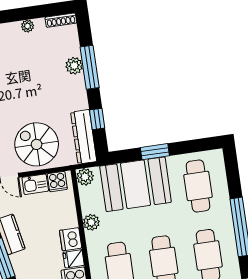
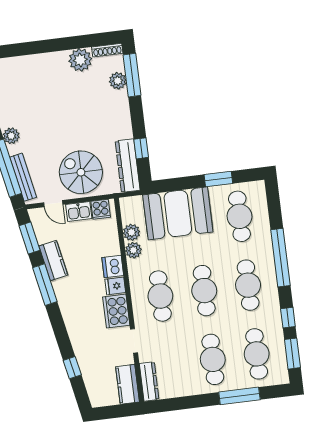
plant: (28, 26) -> (80, 60), width x1.88, depth x1.88
plant: (74, 66) -> (118, 81), moved
window: (90, 67) -> (132, 75), moved
window: (155, 152) -> (218, 179), moved
plant: (85, 177) -> (132, 232), moved

